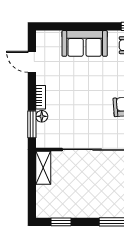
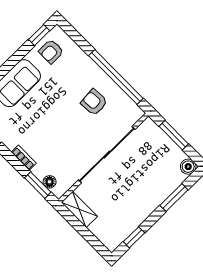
floor lamp: (42, 116) -> (50, 182), moved

